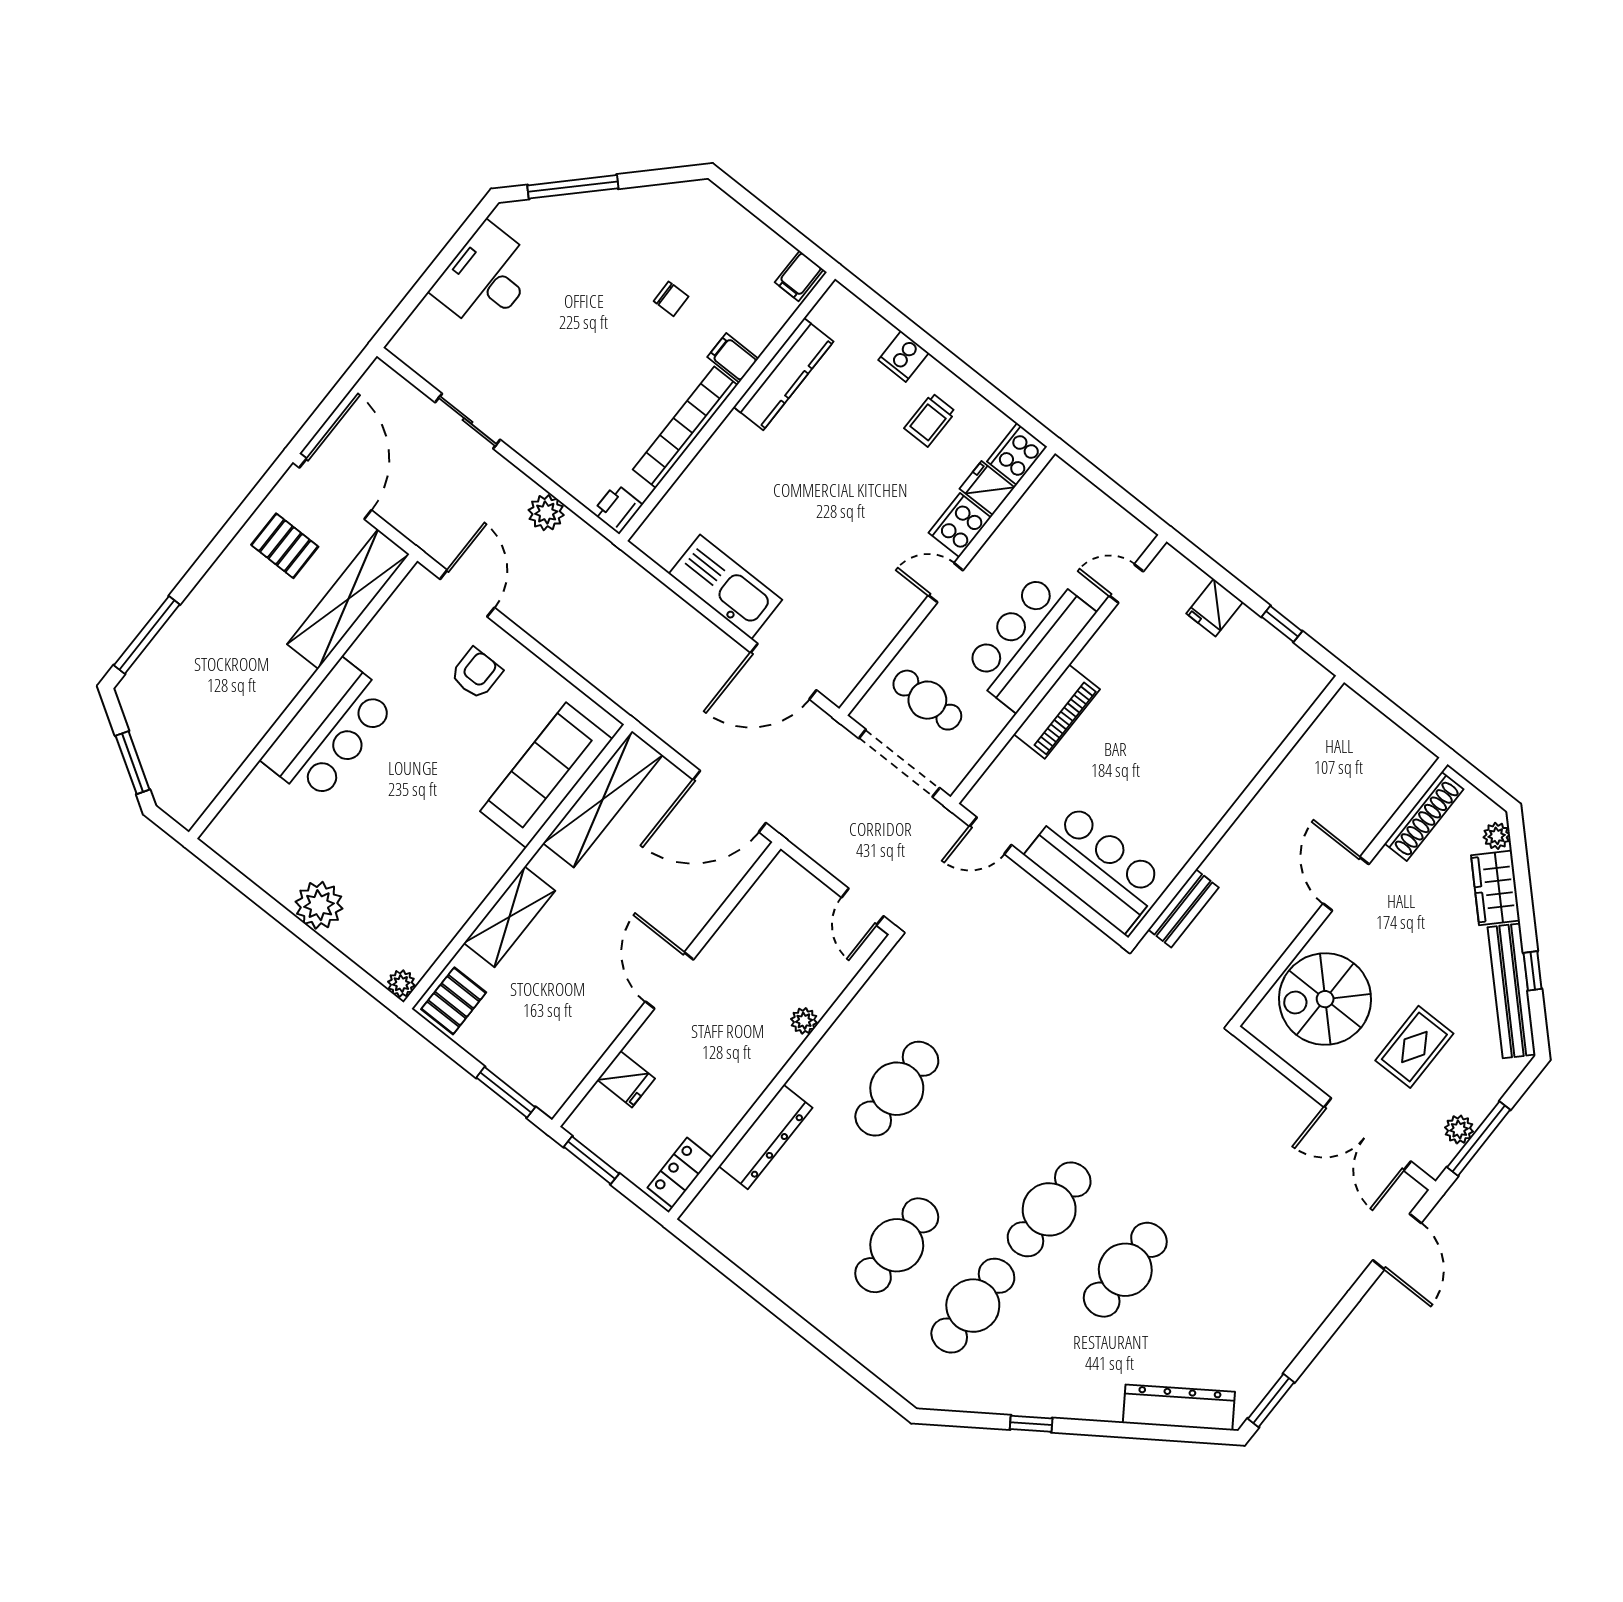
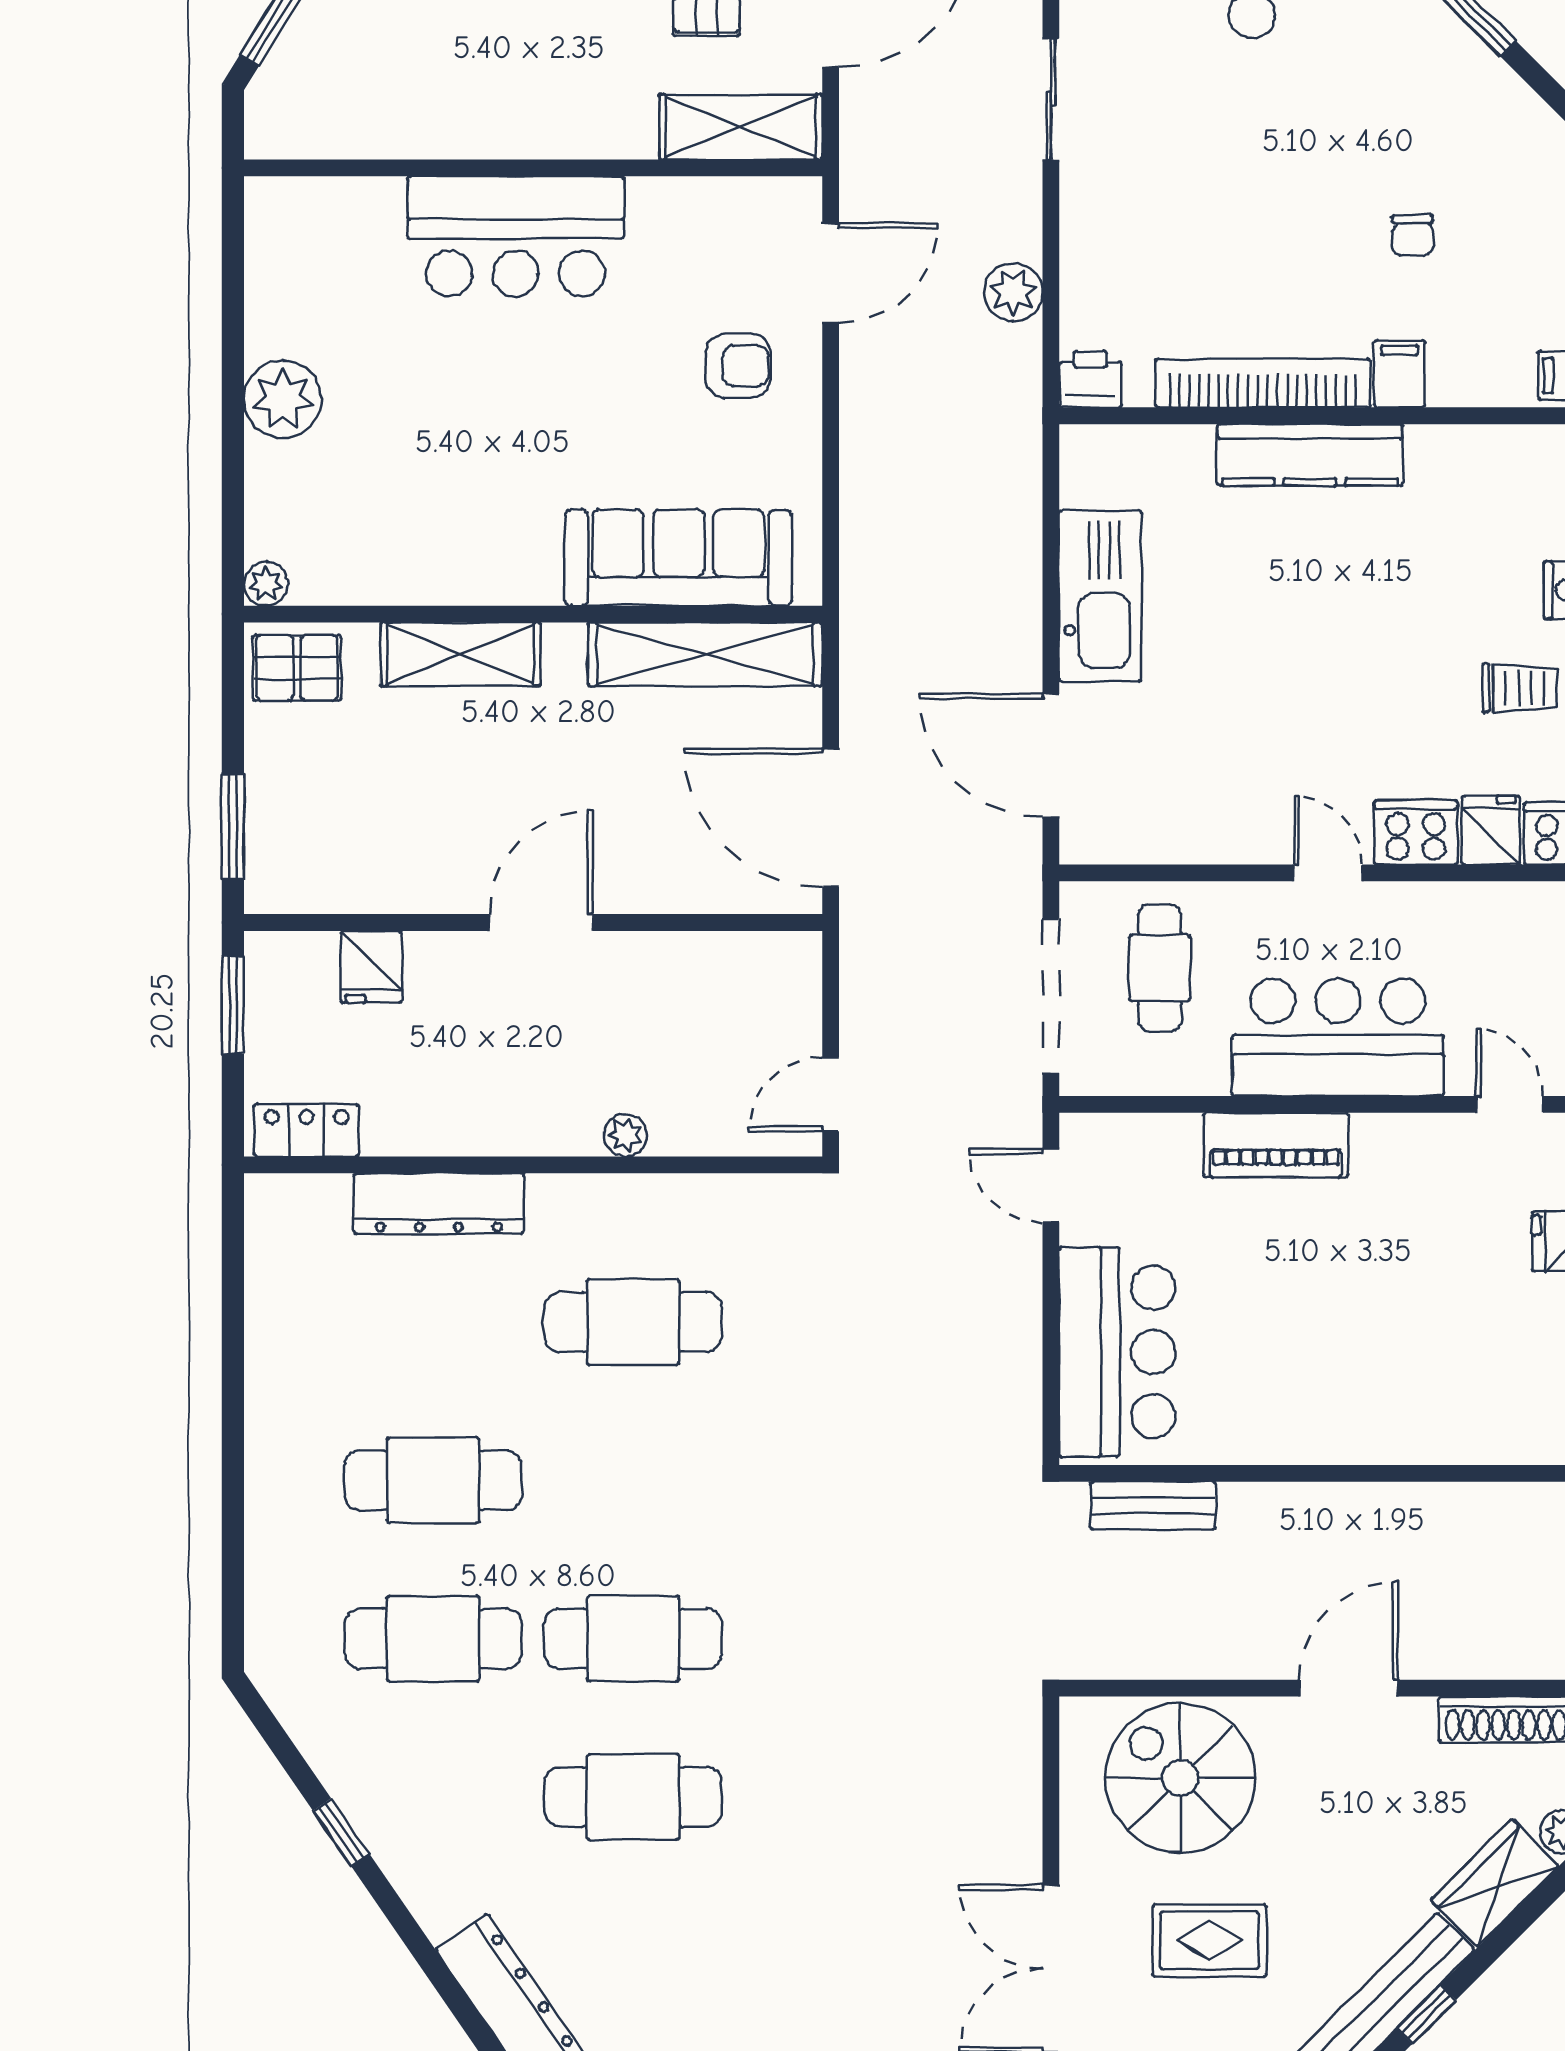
kitchen counter: (783, 374) -> (1310, 455), moved
trolley: (930, 420) -> (1520, 688), turned 180
shelving: (348, 599) -> (741, 127), width x0.68

